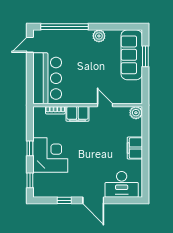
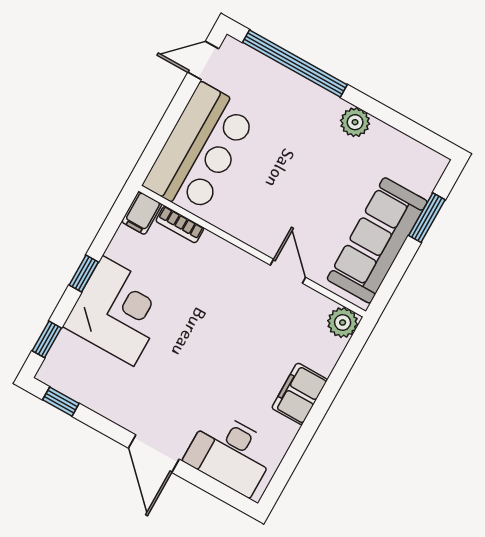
sofa: (132, 55) -> (377, 240), moved
filing cabinet: (77, 114) -> (142, 213), moved, width x0.50
window: (64, 200) -> (61, 402), moved

